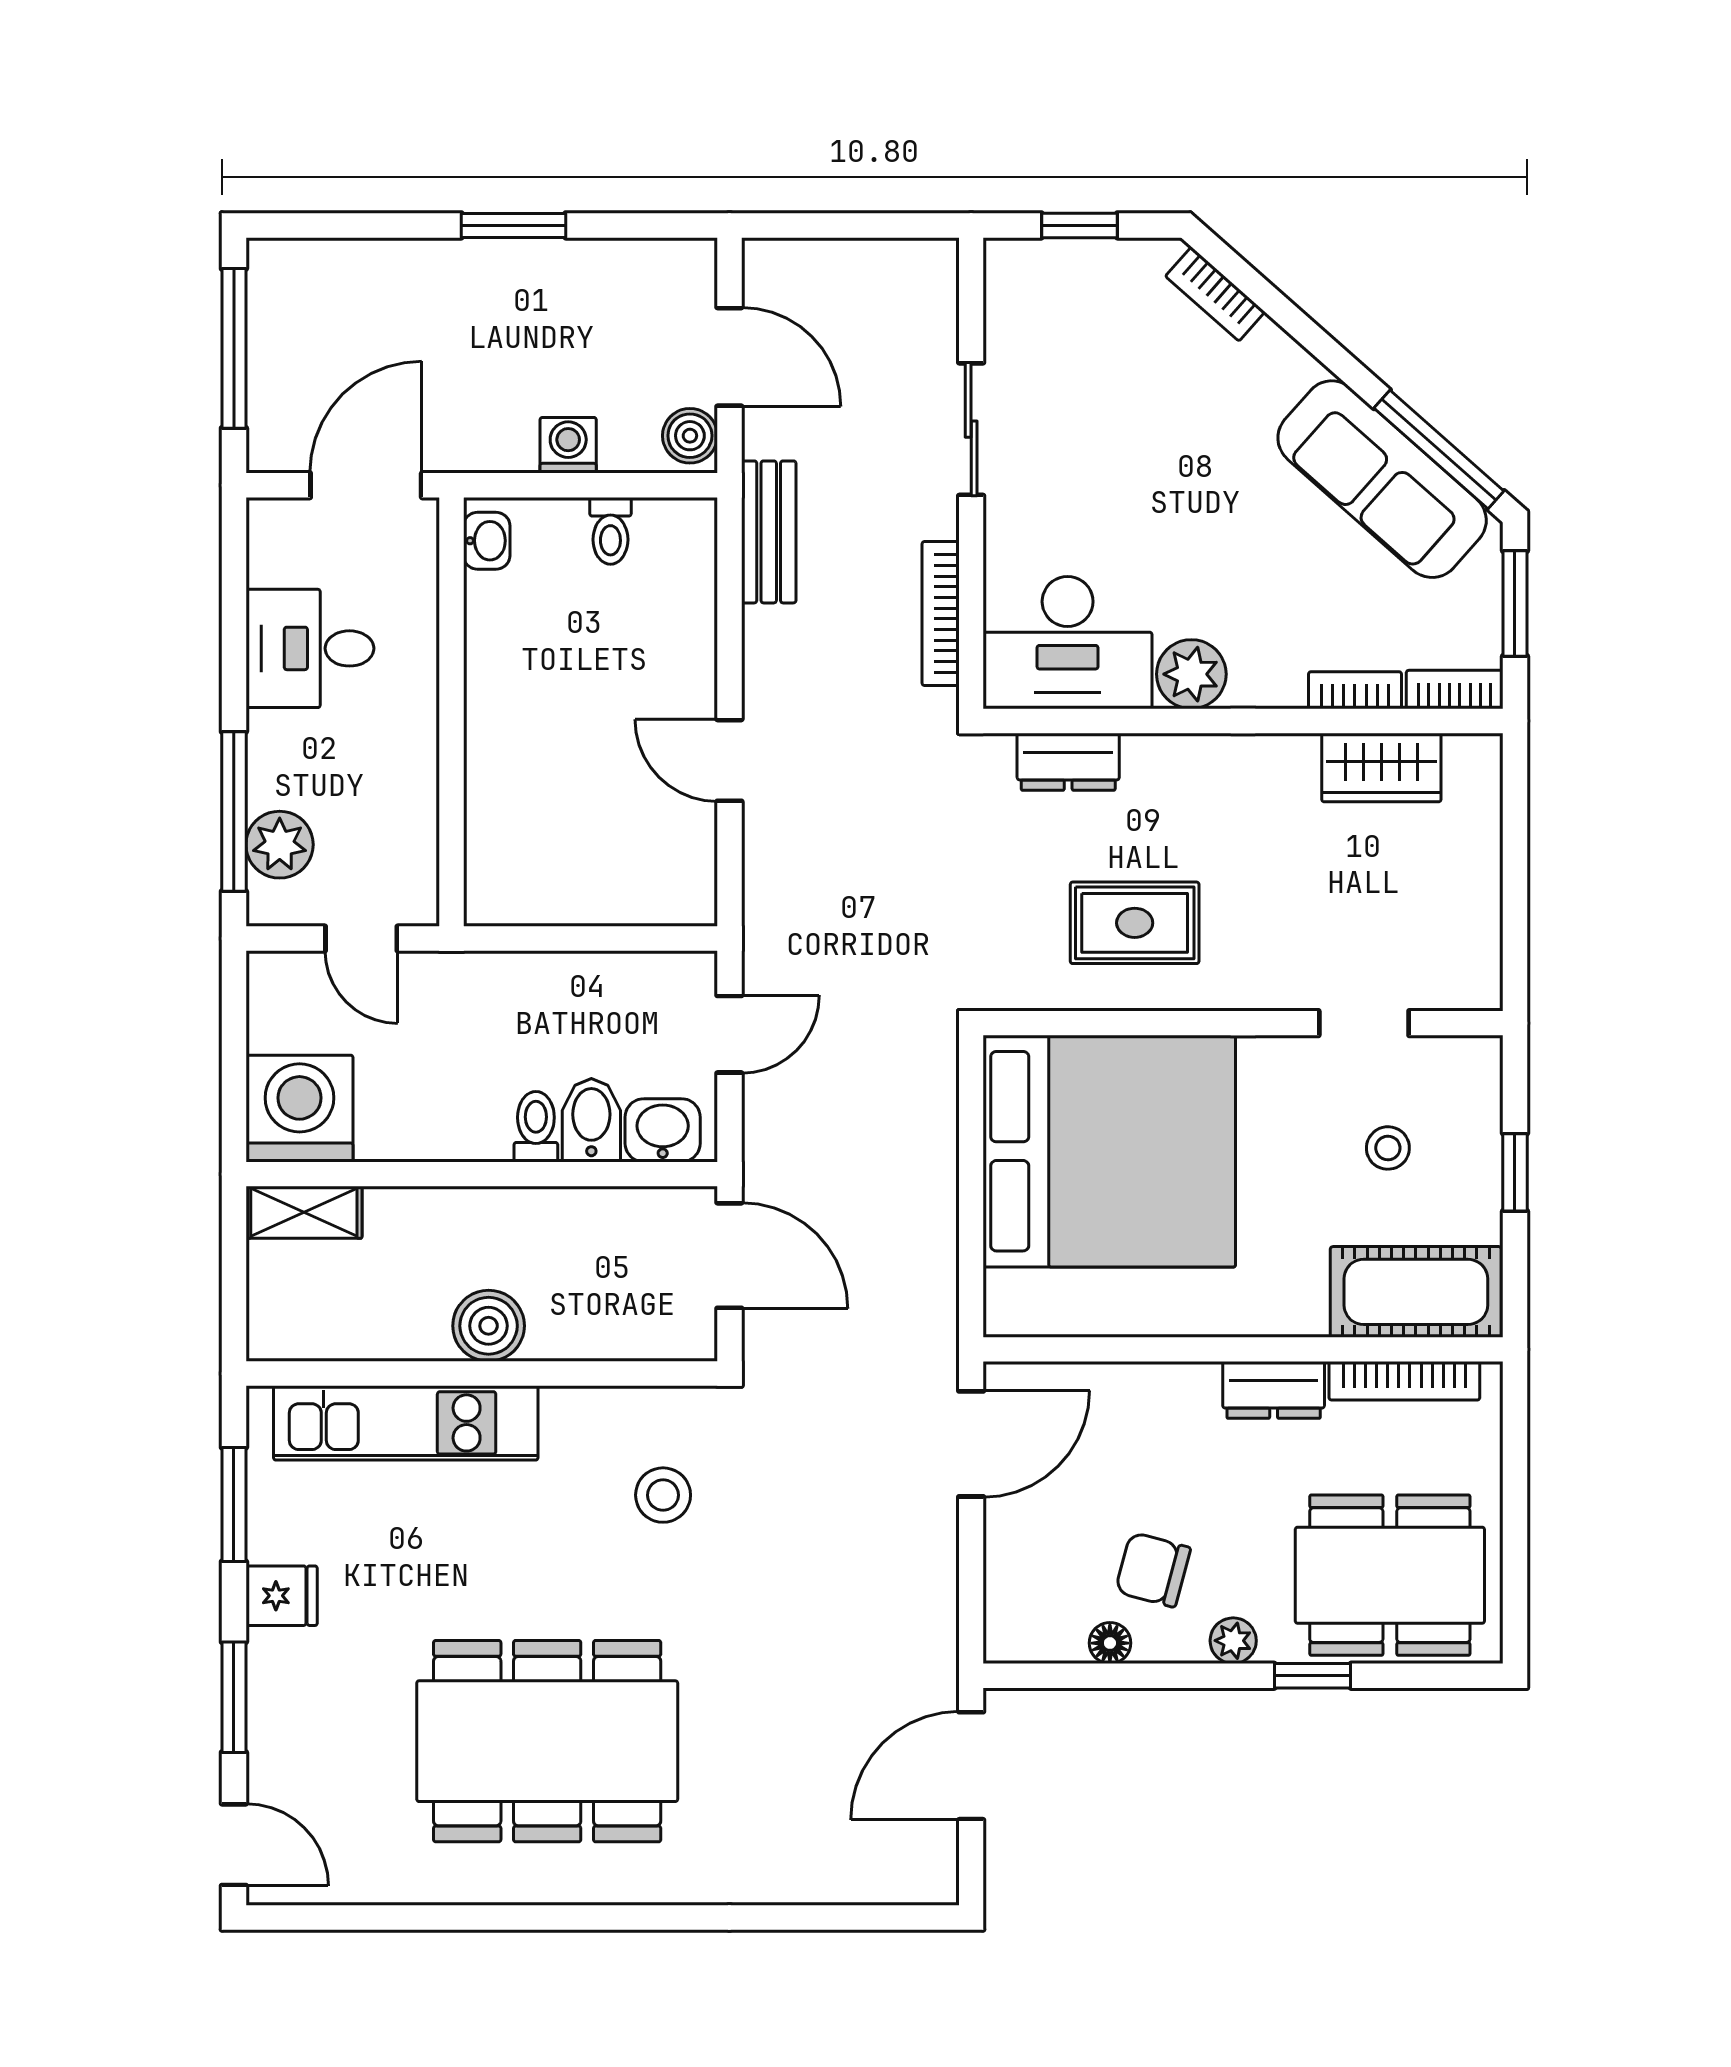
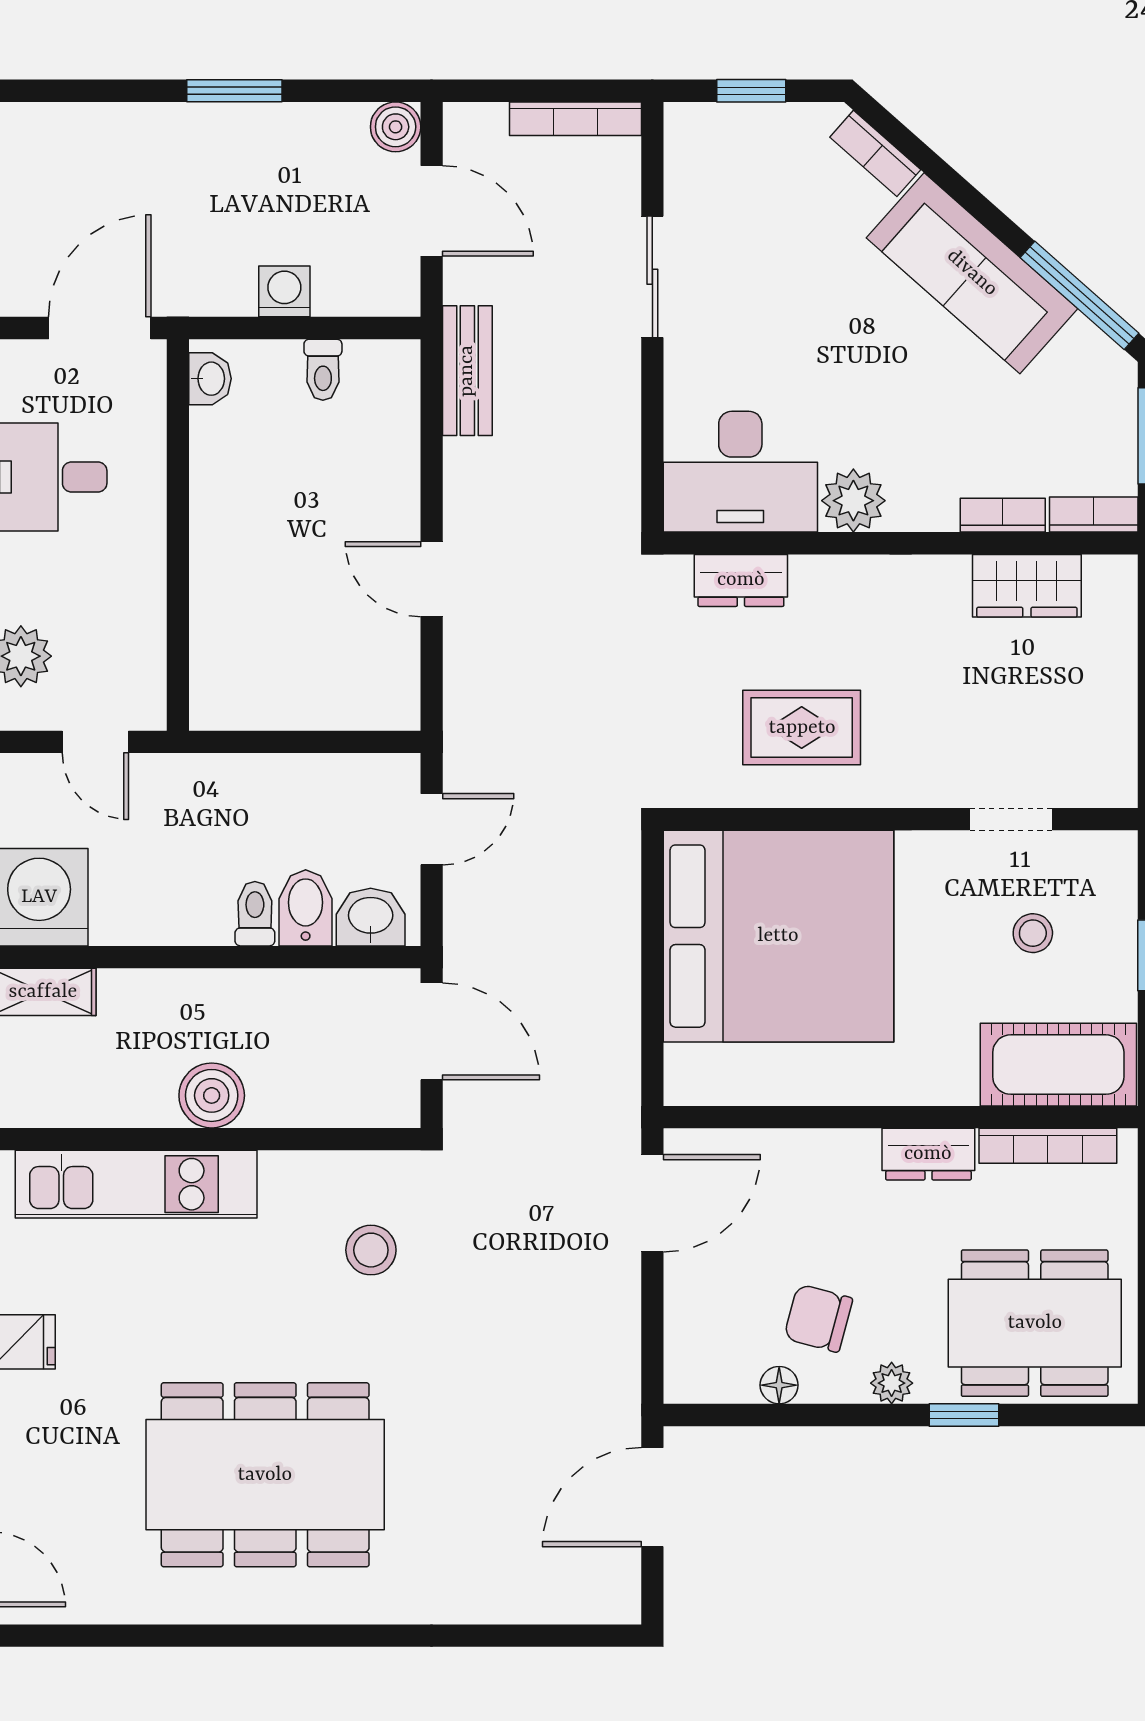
boiler: (690, 436) -> (396, 127), moved
sofa: (1382, 479) -> (972, 273), moved
bookcase: (941, 614) -> (575, 119), moved, turned -90

